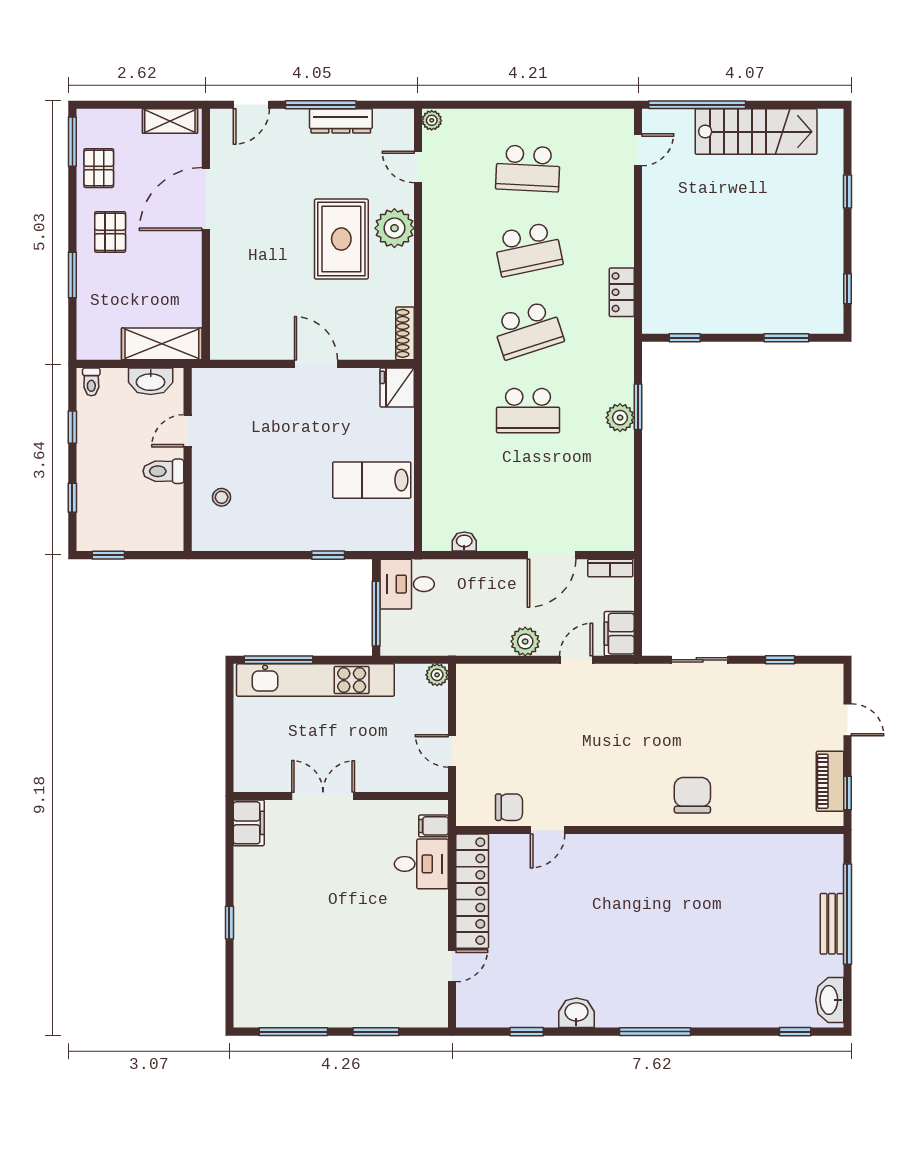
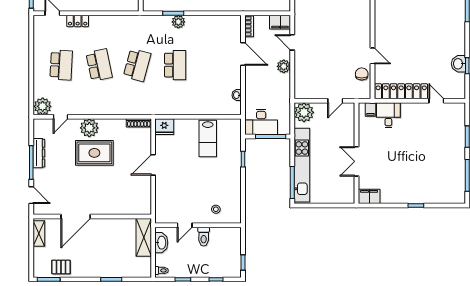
plant: (432, 120) -> (43, 106), width x1.87, depth x1.87
door: (206, 199) -> (76, 217), hinge flipped
pallet: (110, 232) -> (91, 262), removed
locker: (622, 292) -> (78, 21), moved
school desk: (528, 330) -> (137, 65), turned 33
door: (188, 431) -> (185, 225), hinge flipped
desk: (407, 584) -> (261, 122), width x1.37
plant: (437, 675) -> (304, 112), width x1.88, depth x1.88
washbasin: (576, 1013) -> (458, 64), moved

